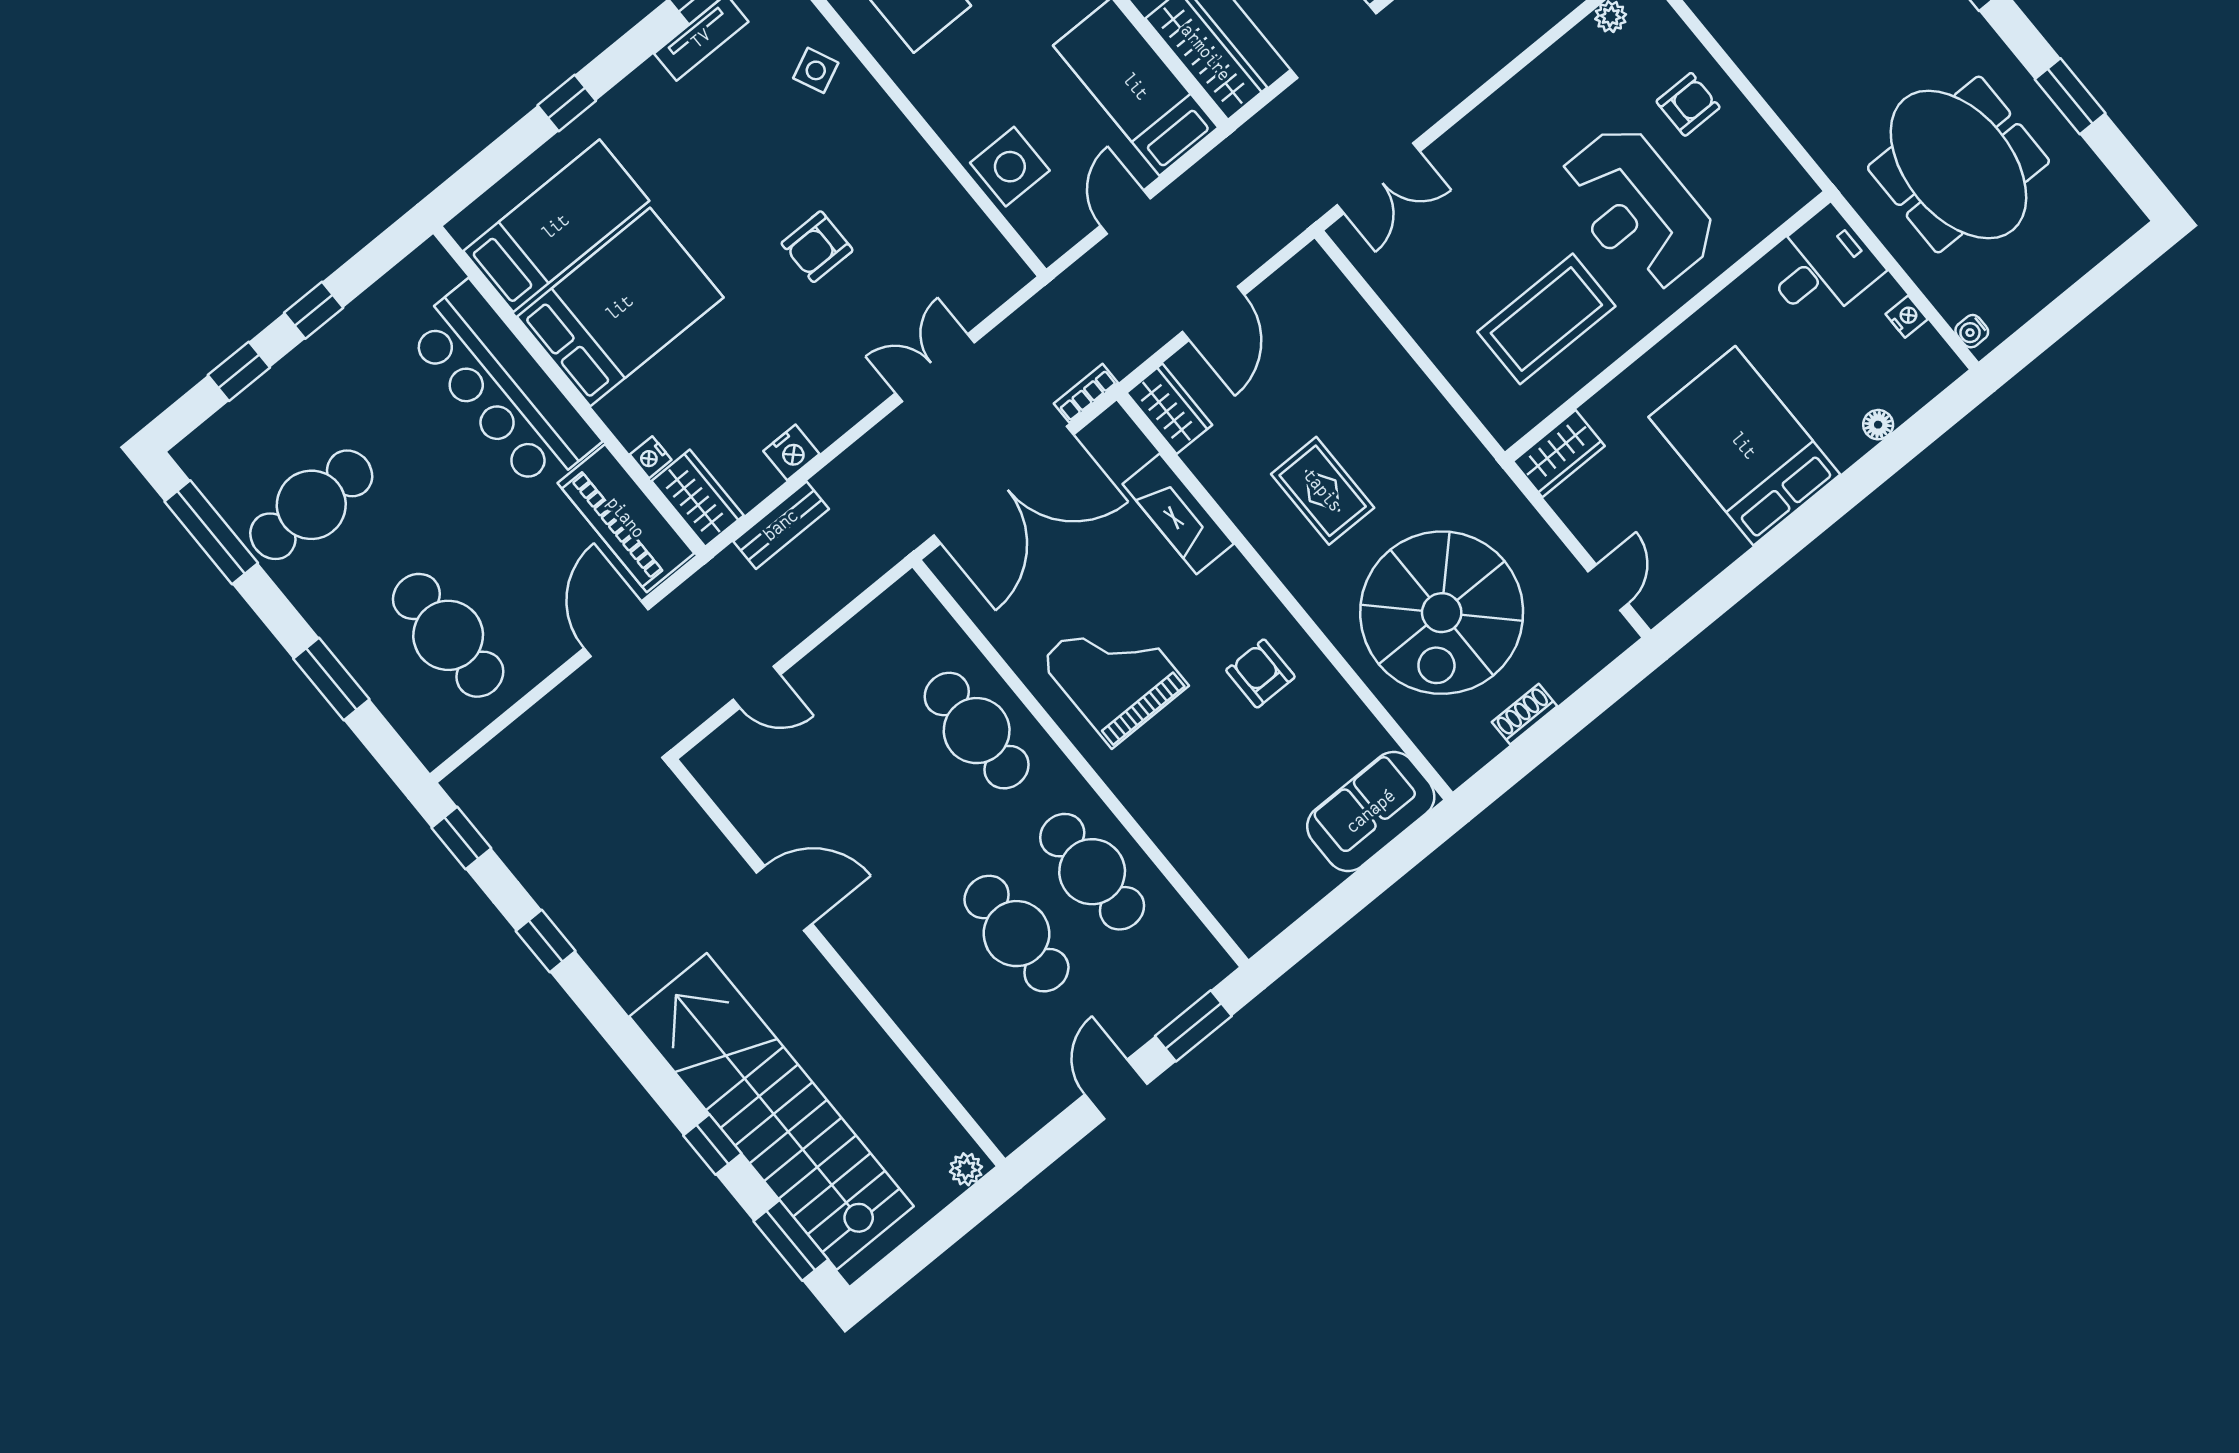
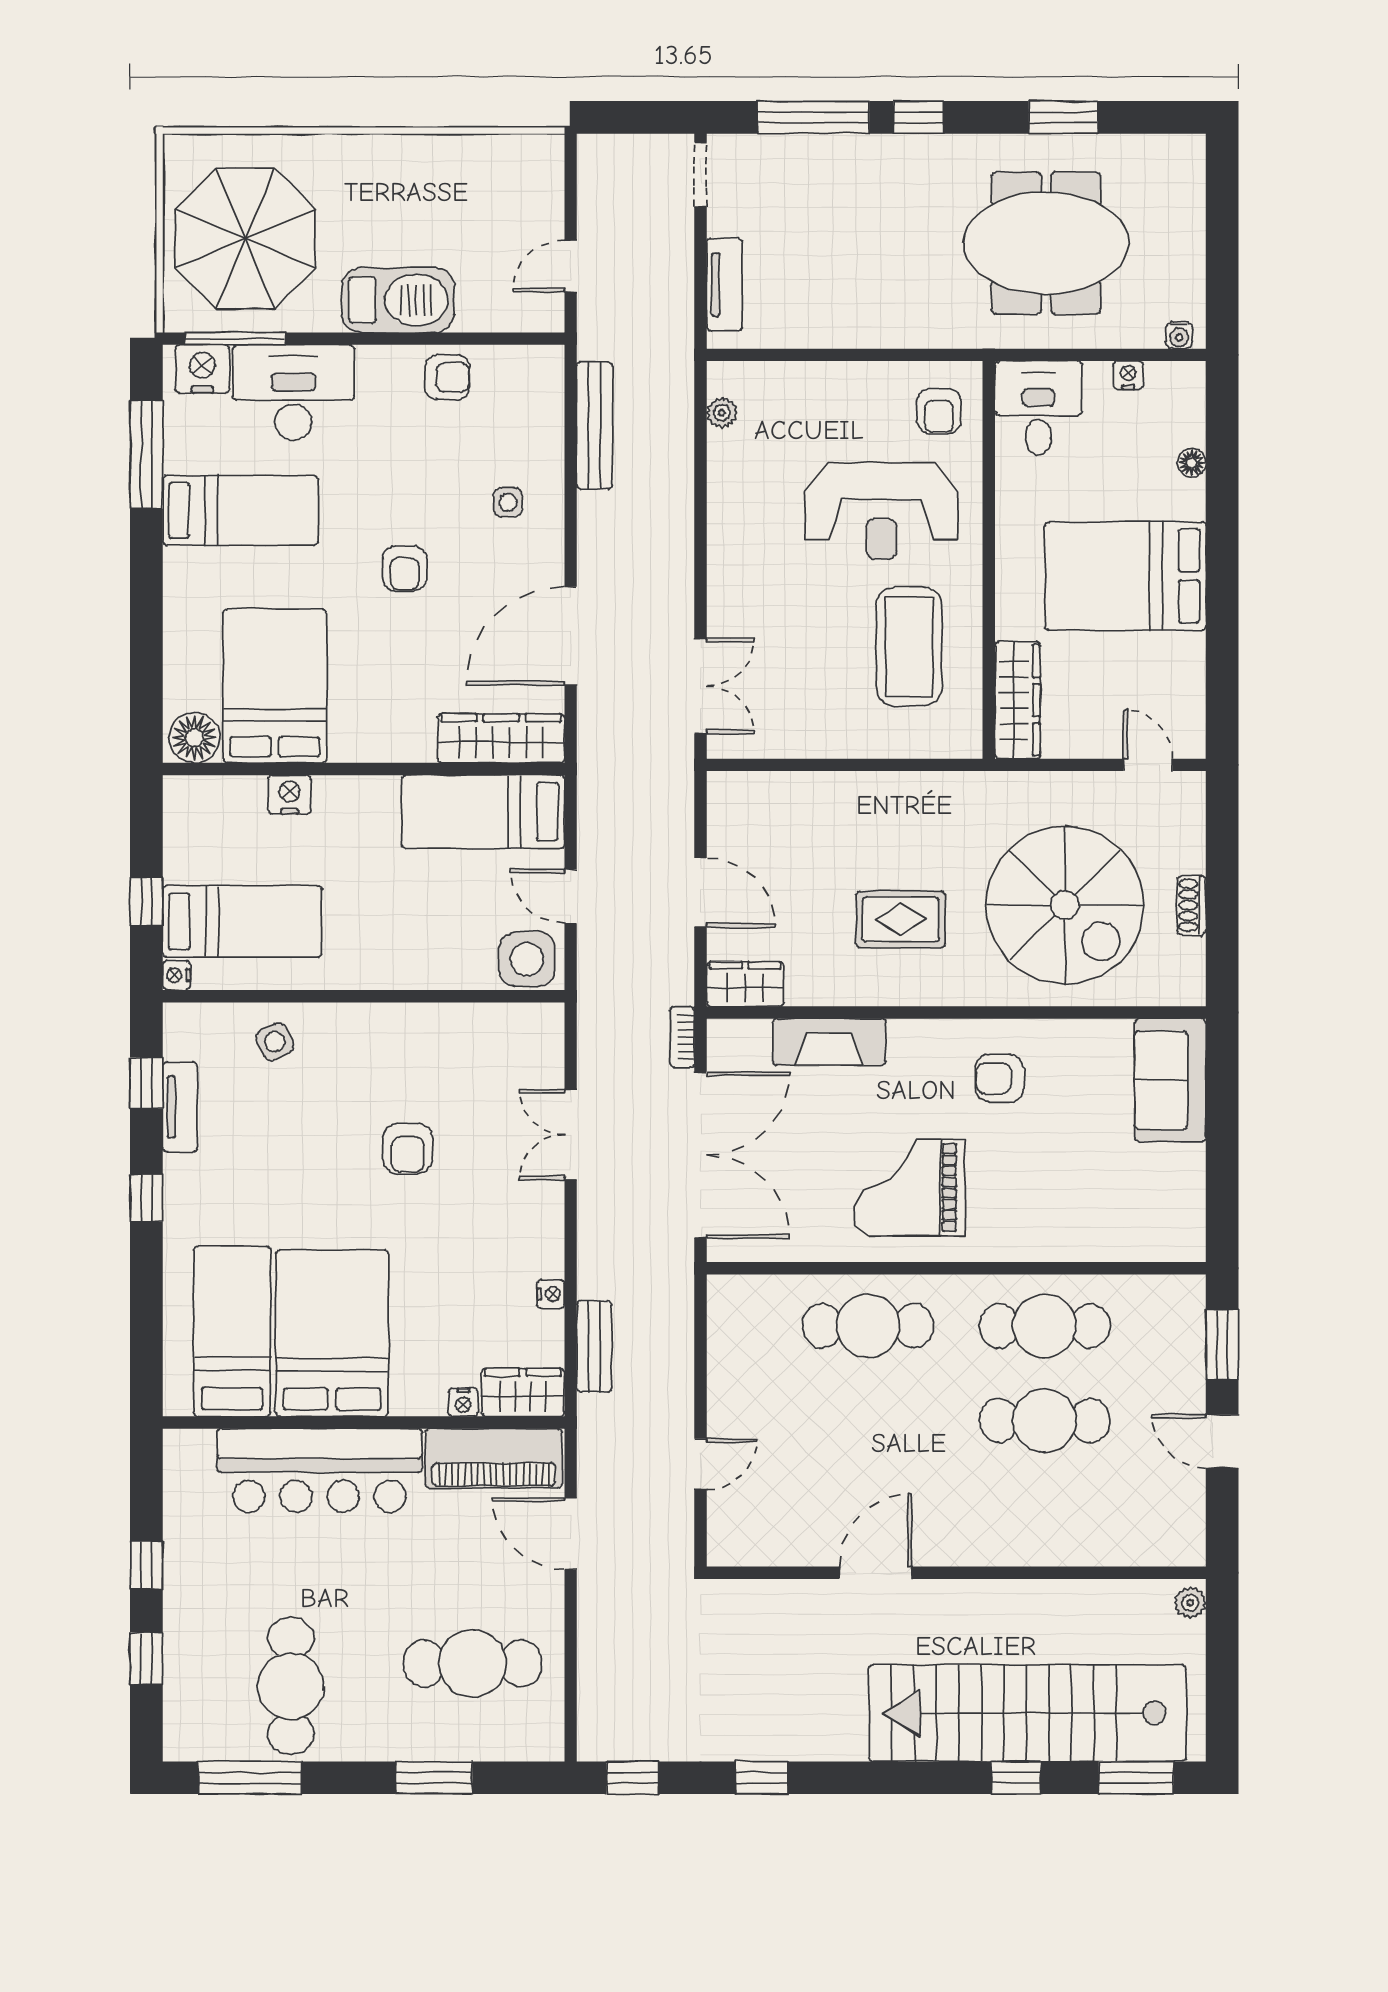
window: (567, 103) -> (146, 1198), moved
armchair: (1688, 104) -> (939, 411), moved, turned 180
side table: (1010, 167) -> (527, 959), moved
nightstand: (791, 452) -> (551, 1294), width x0.72, depth x0.74
wardrobe: (1559, 454) -> (1018, 700), width x1.50

